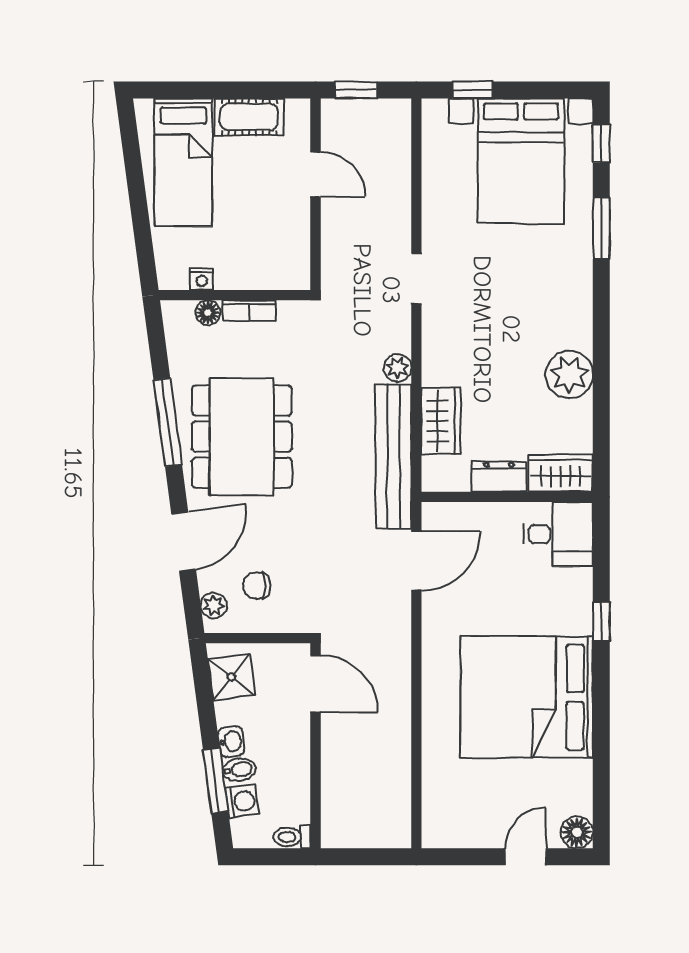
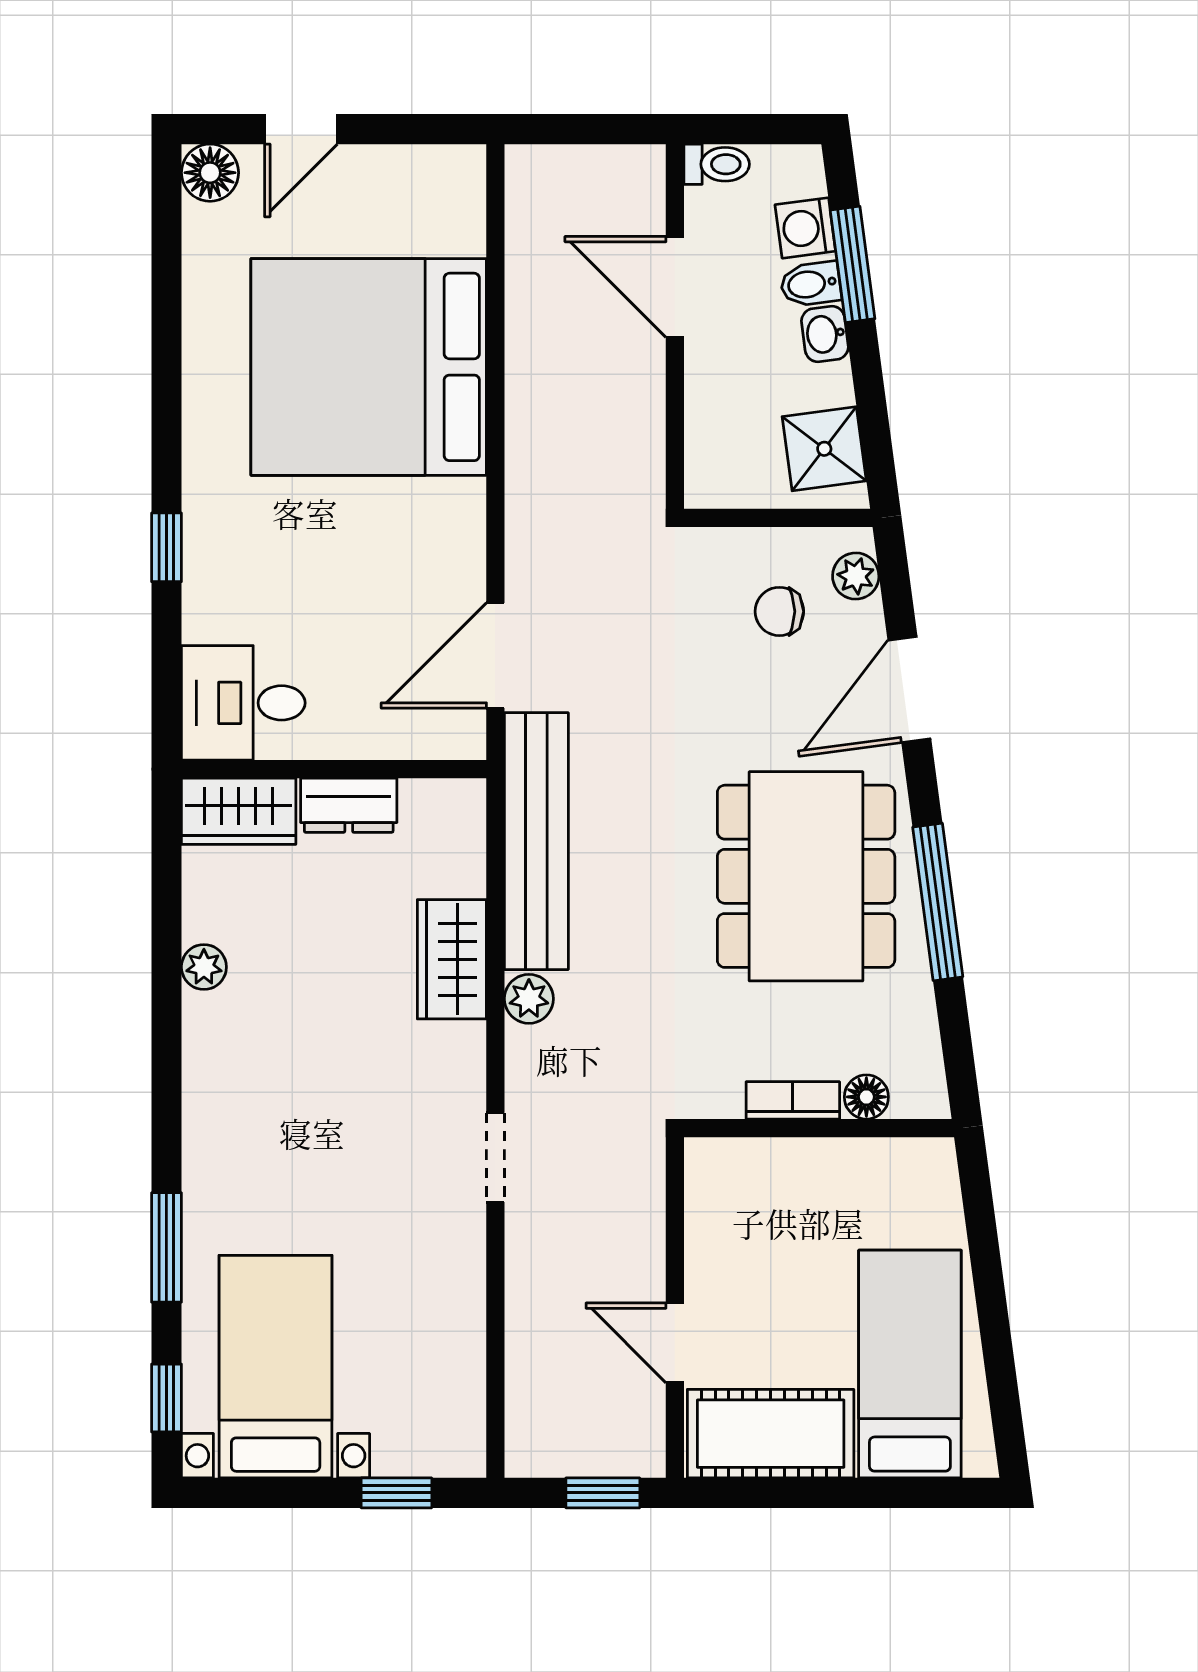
cot: (249, 117) -> (771, 1434), width x1.37, depth x1.34
bed with nightstands: (521, 161) -> (276, 1367), width x0.73
nightstand: (202, 279) -> (877, 1156), removed
plant: (569, 375) -> (204, 967), width x0.53, depth x0.53
wardrobe: (441, 421) -> (452, 959), moved
chair: (257, 586) -> (779, 611), turned 180
door: (315, 684) -> (675, 287), moved
bed: (527, 697) -> (369, 367), moved, turned 180

